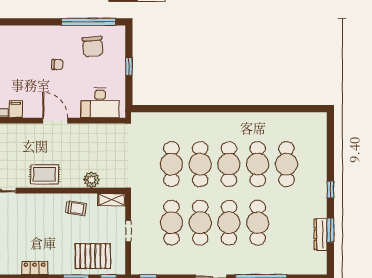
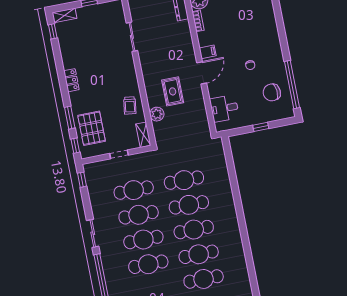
desk: (100, 103) -> (224, 108), width x0.73
filing cabinet: (16, 109) -> (208, 52), moved
rug: (45, 174) -> (173, 91), moved

